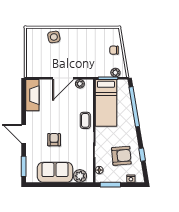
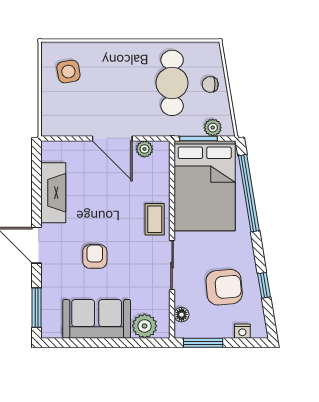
side table: (54, 37) -> (68, 72), moved
cafe table: (94, 49) -> (172, 83), added
door: (63, 78) -> (112, 138), hinge flipped
fireplace: (32, 95) -> (53, 193), moved
bed: (106, 103) -> (205, 186), width x1.50

